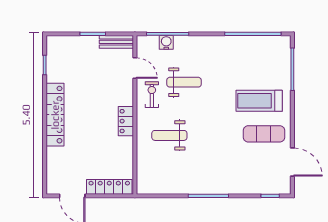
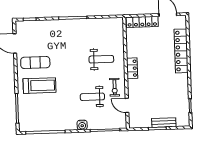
bench: (116, 42) -> (164, 123), moved
water cooler: (166, 42) -> (82, 125), moved
locker: (55, 115) -> (181, 51), moved

